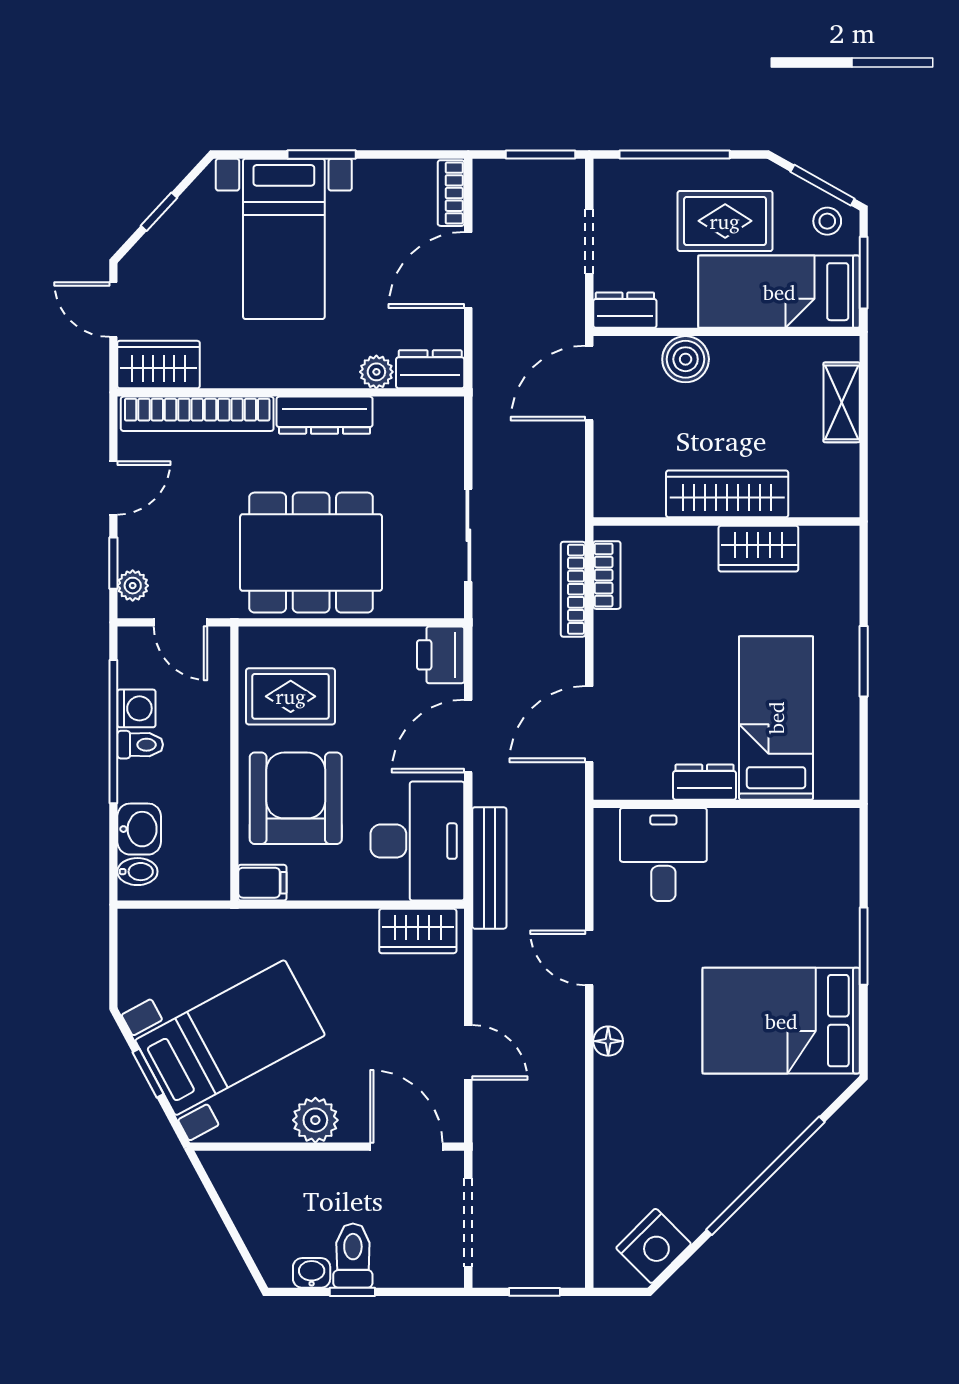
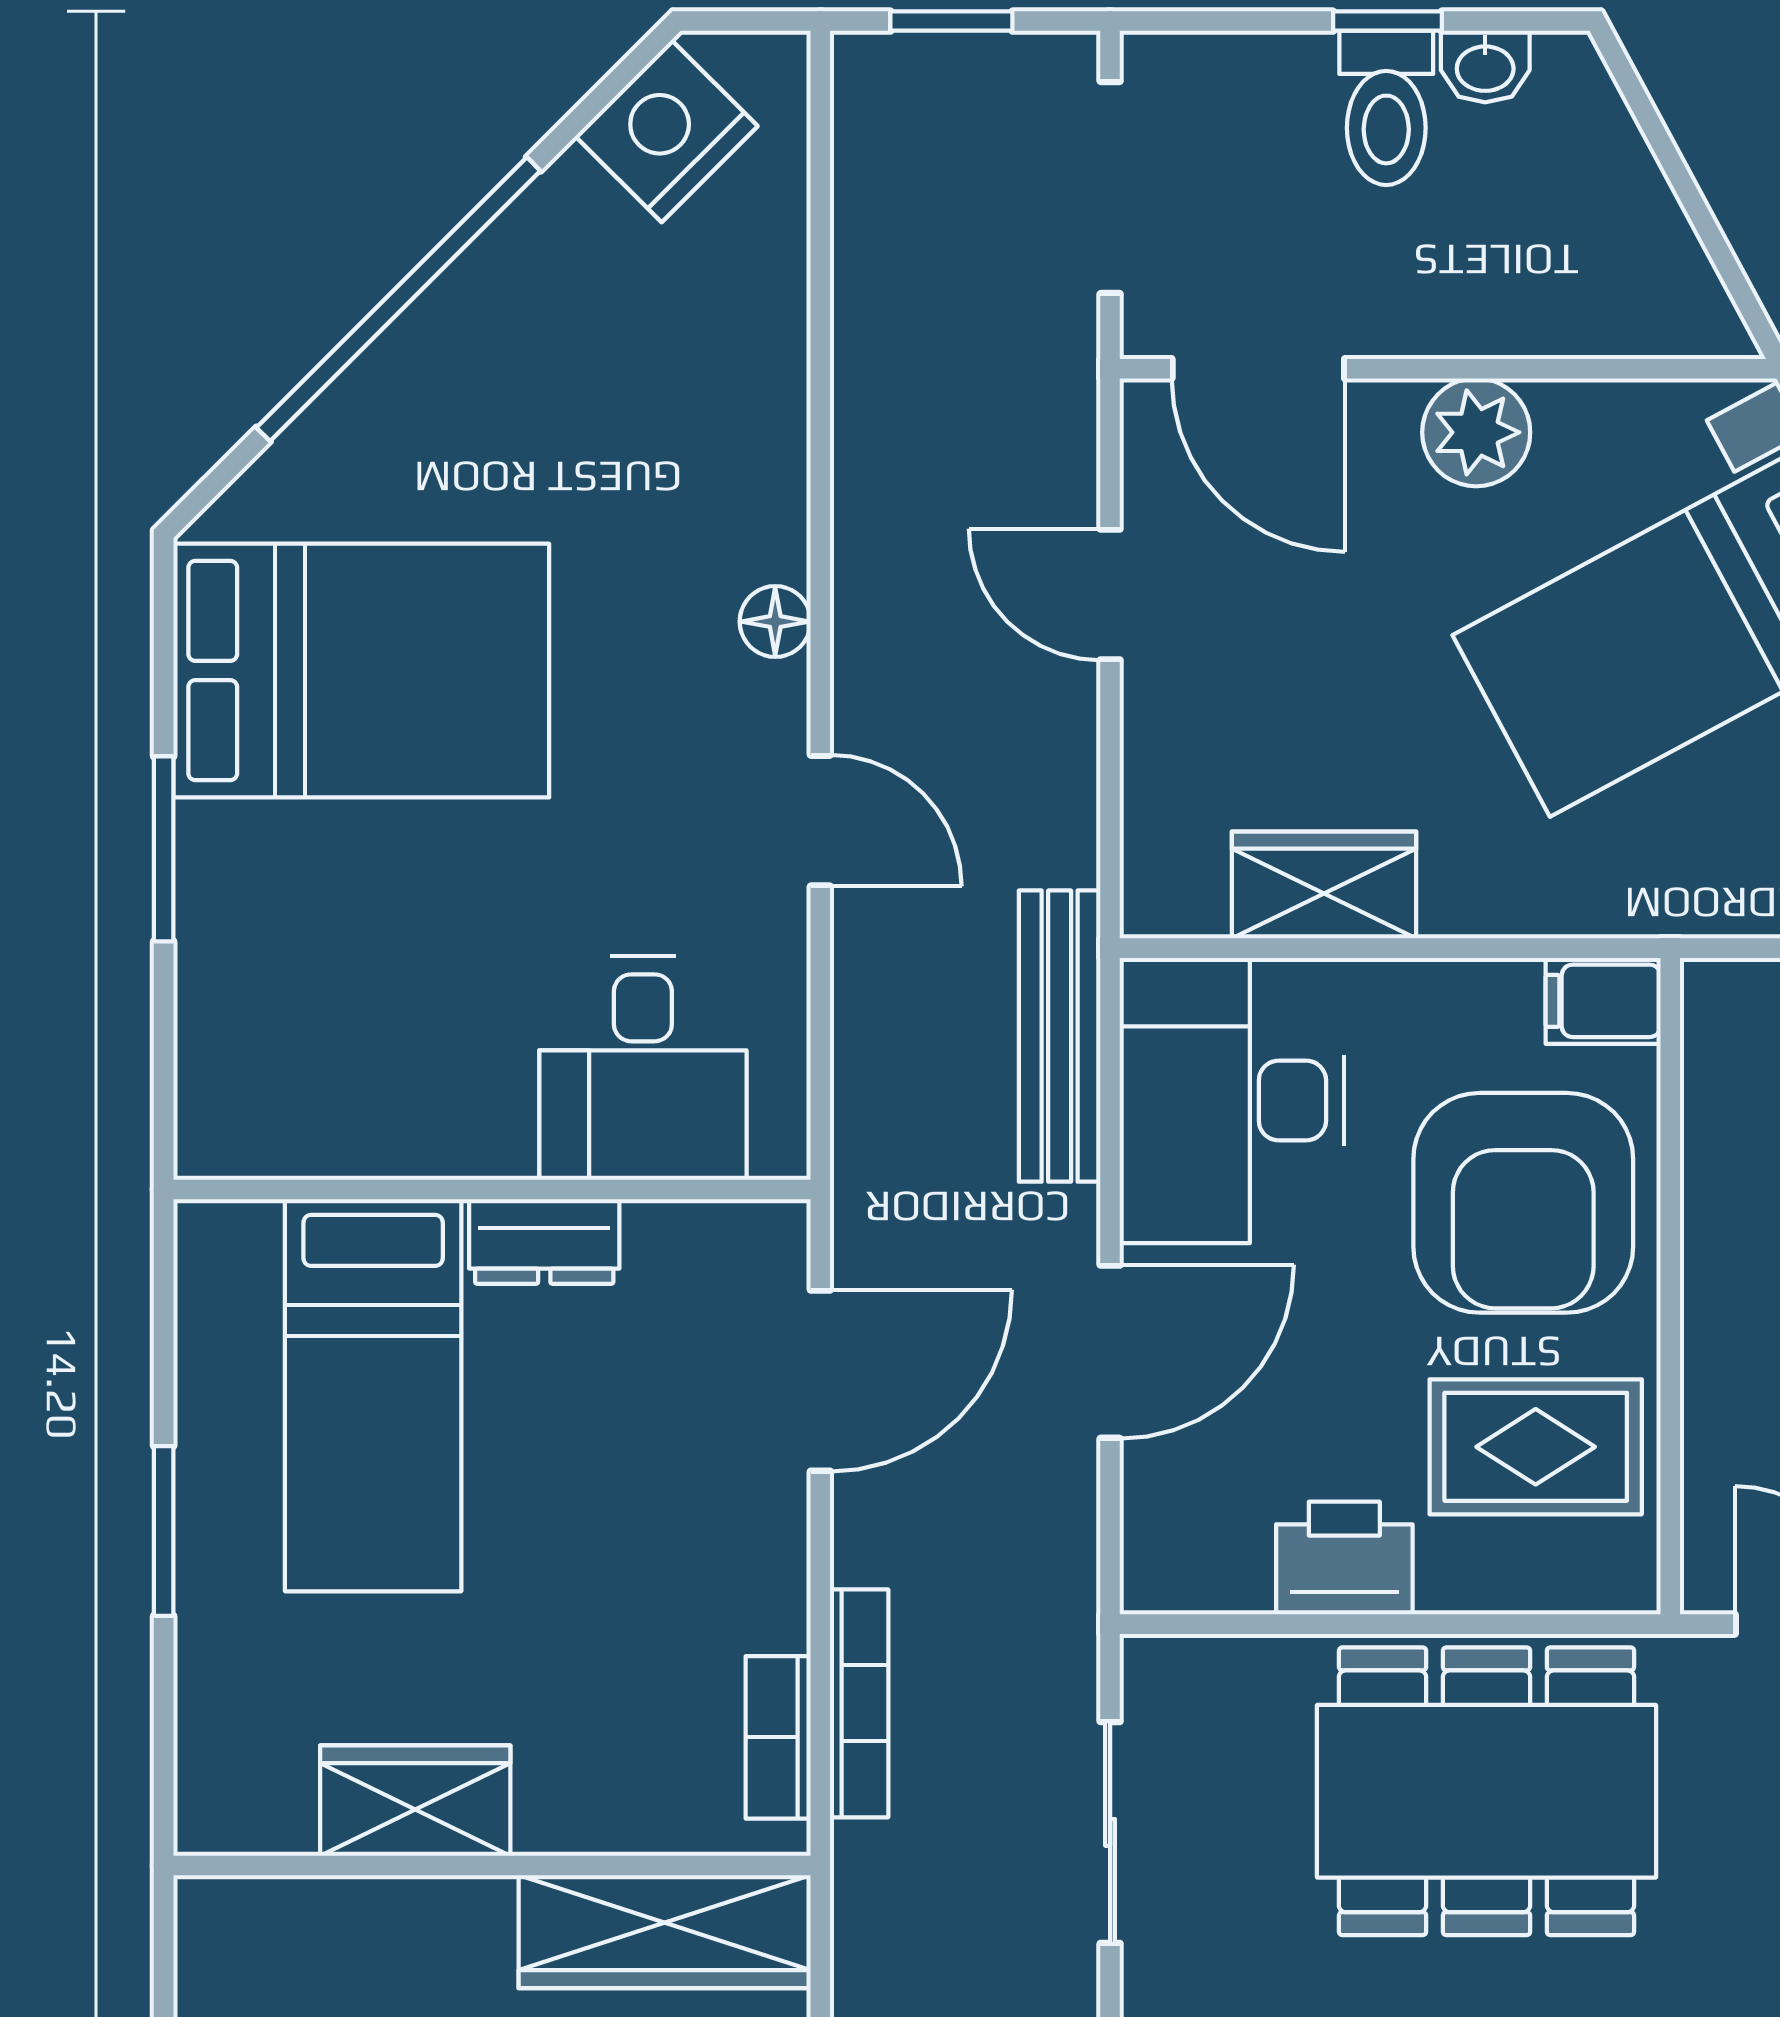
wardrobe: (727, 494) -> (665, 1932), moved
printer: (441, 655) -> (1344, 1558), moved, turned -90
wardrobe: (418, 931) -> (1324, 885), moved

